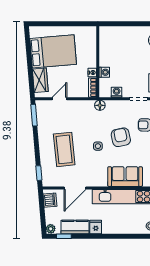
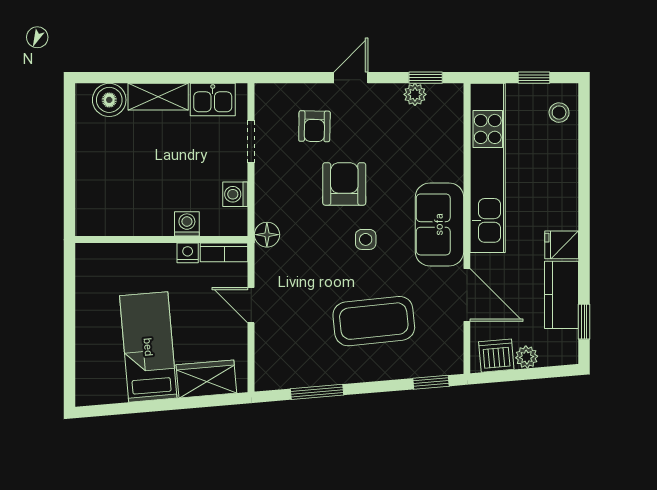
bed: (53, 51) -> (148, 347), width x0.67
door: (59, 99) -> (251, 305), moved
window: (34, 115) -> (317, 392), moved
armchair: (121, 137) -> (344, 184), turned 102
sofa: (125, 177) -> (439, 224), moved
plant: (51, 229) -> (527, 357), moved

